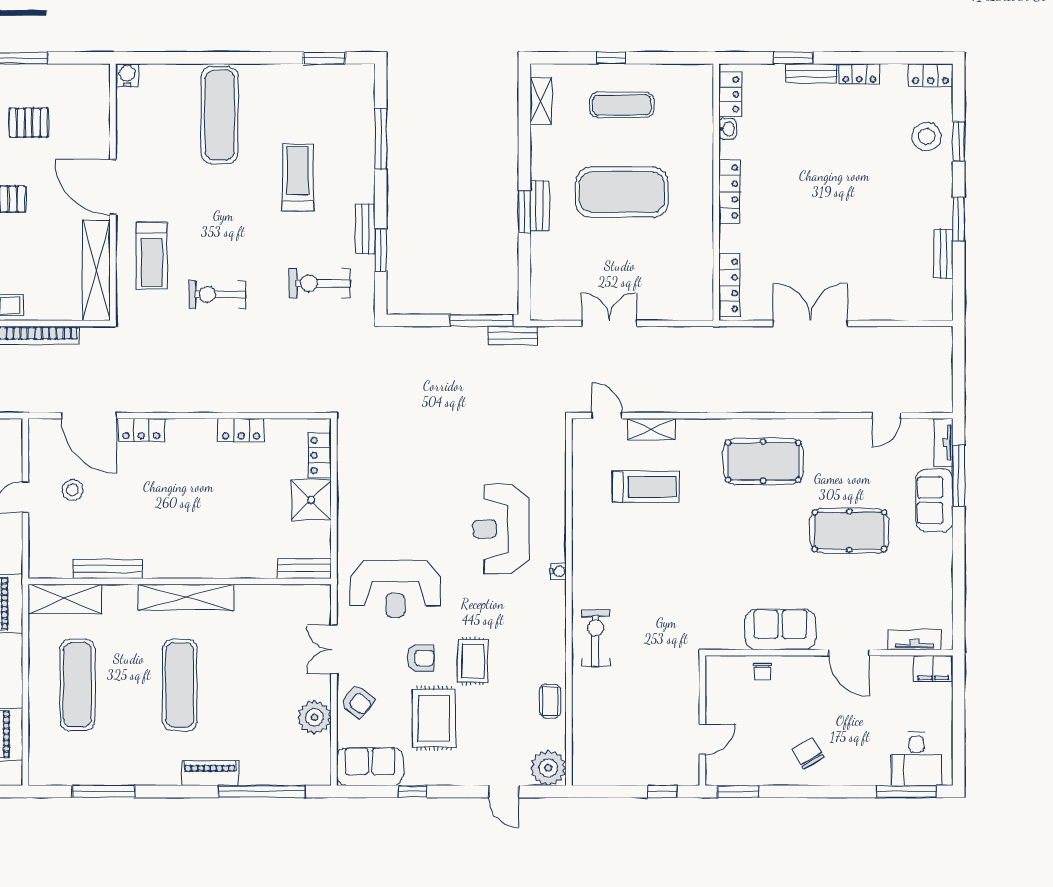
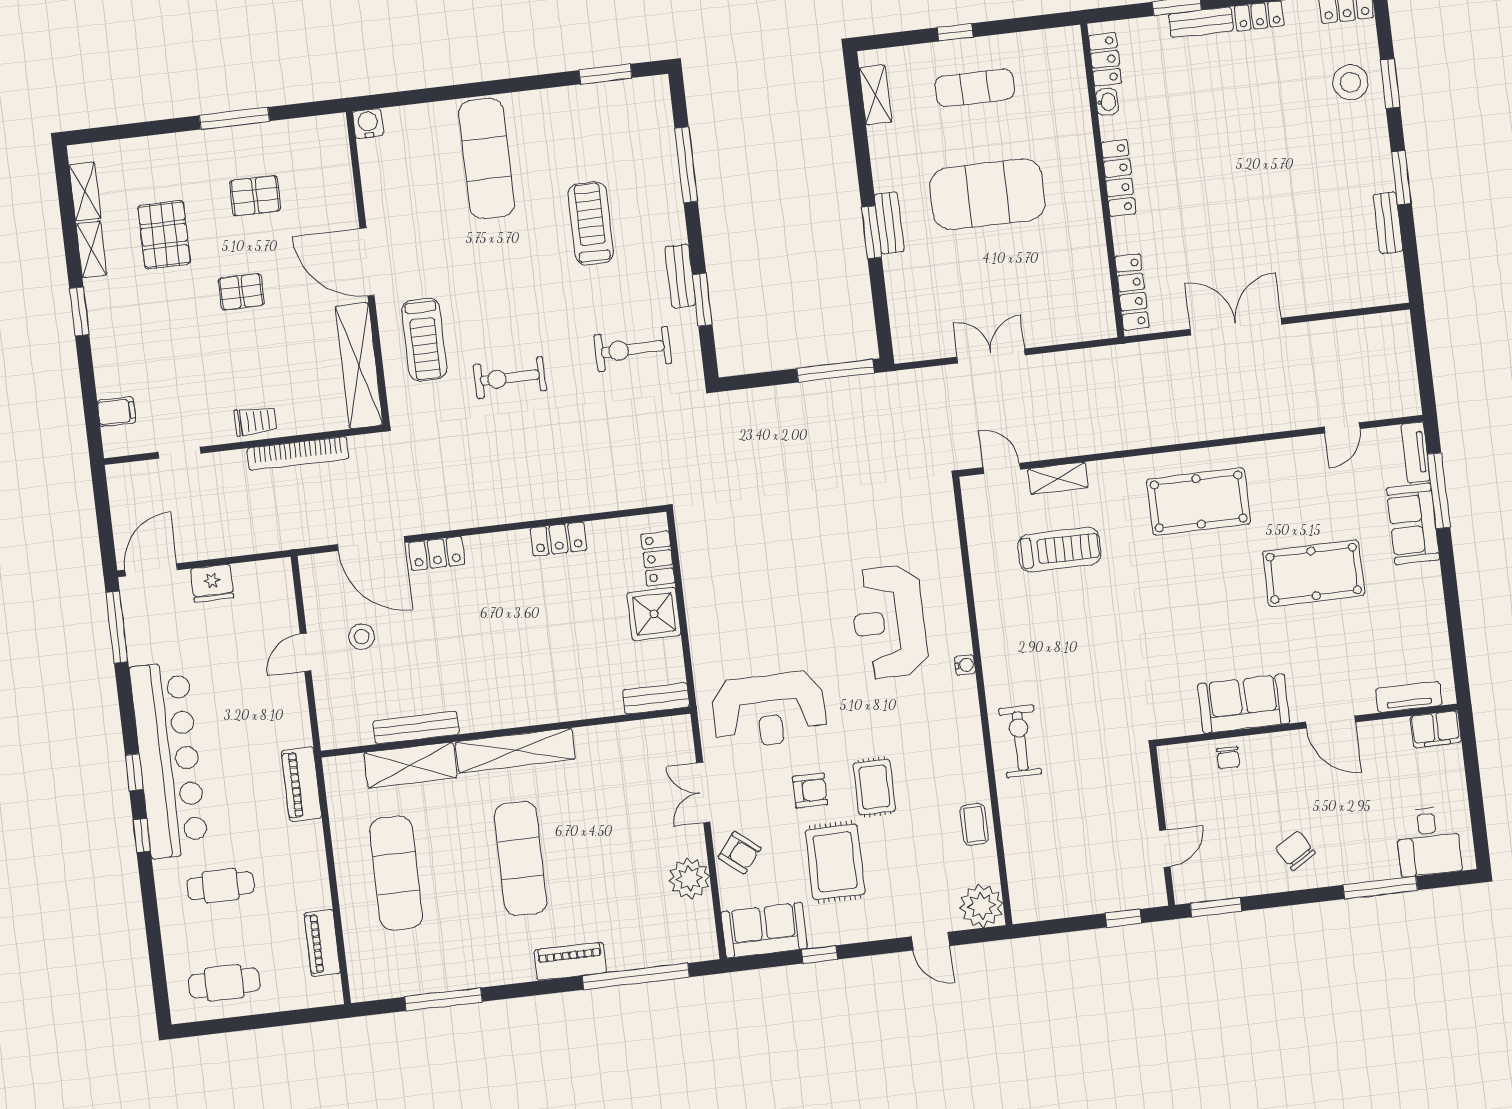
bench: (512, 336) -> (875, 385), removed
shelving: (65, 599) -> (410, 765), moved
window: (906, 792) -> (1380, 888), moved

